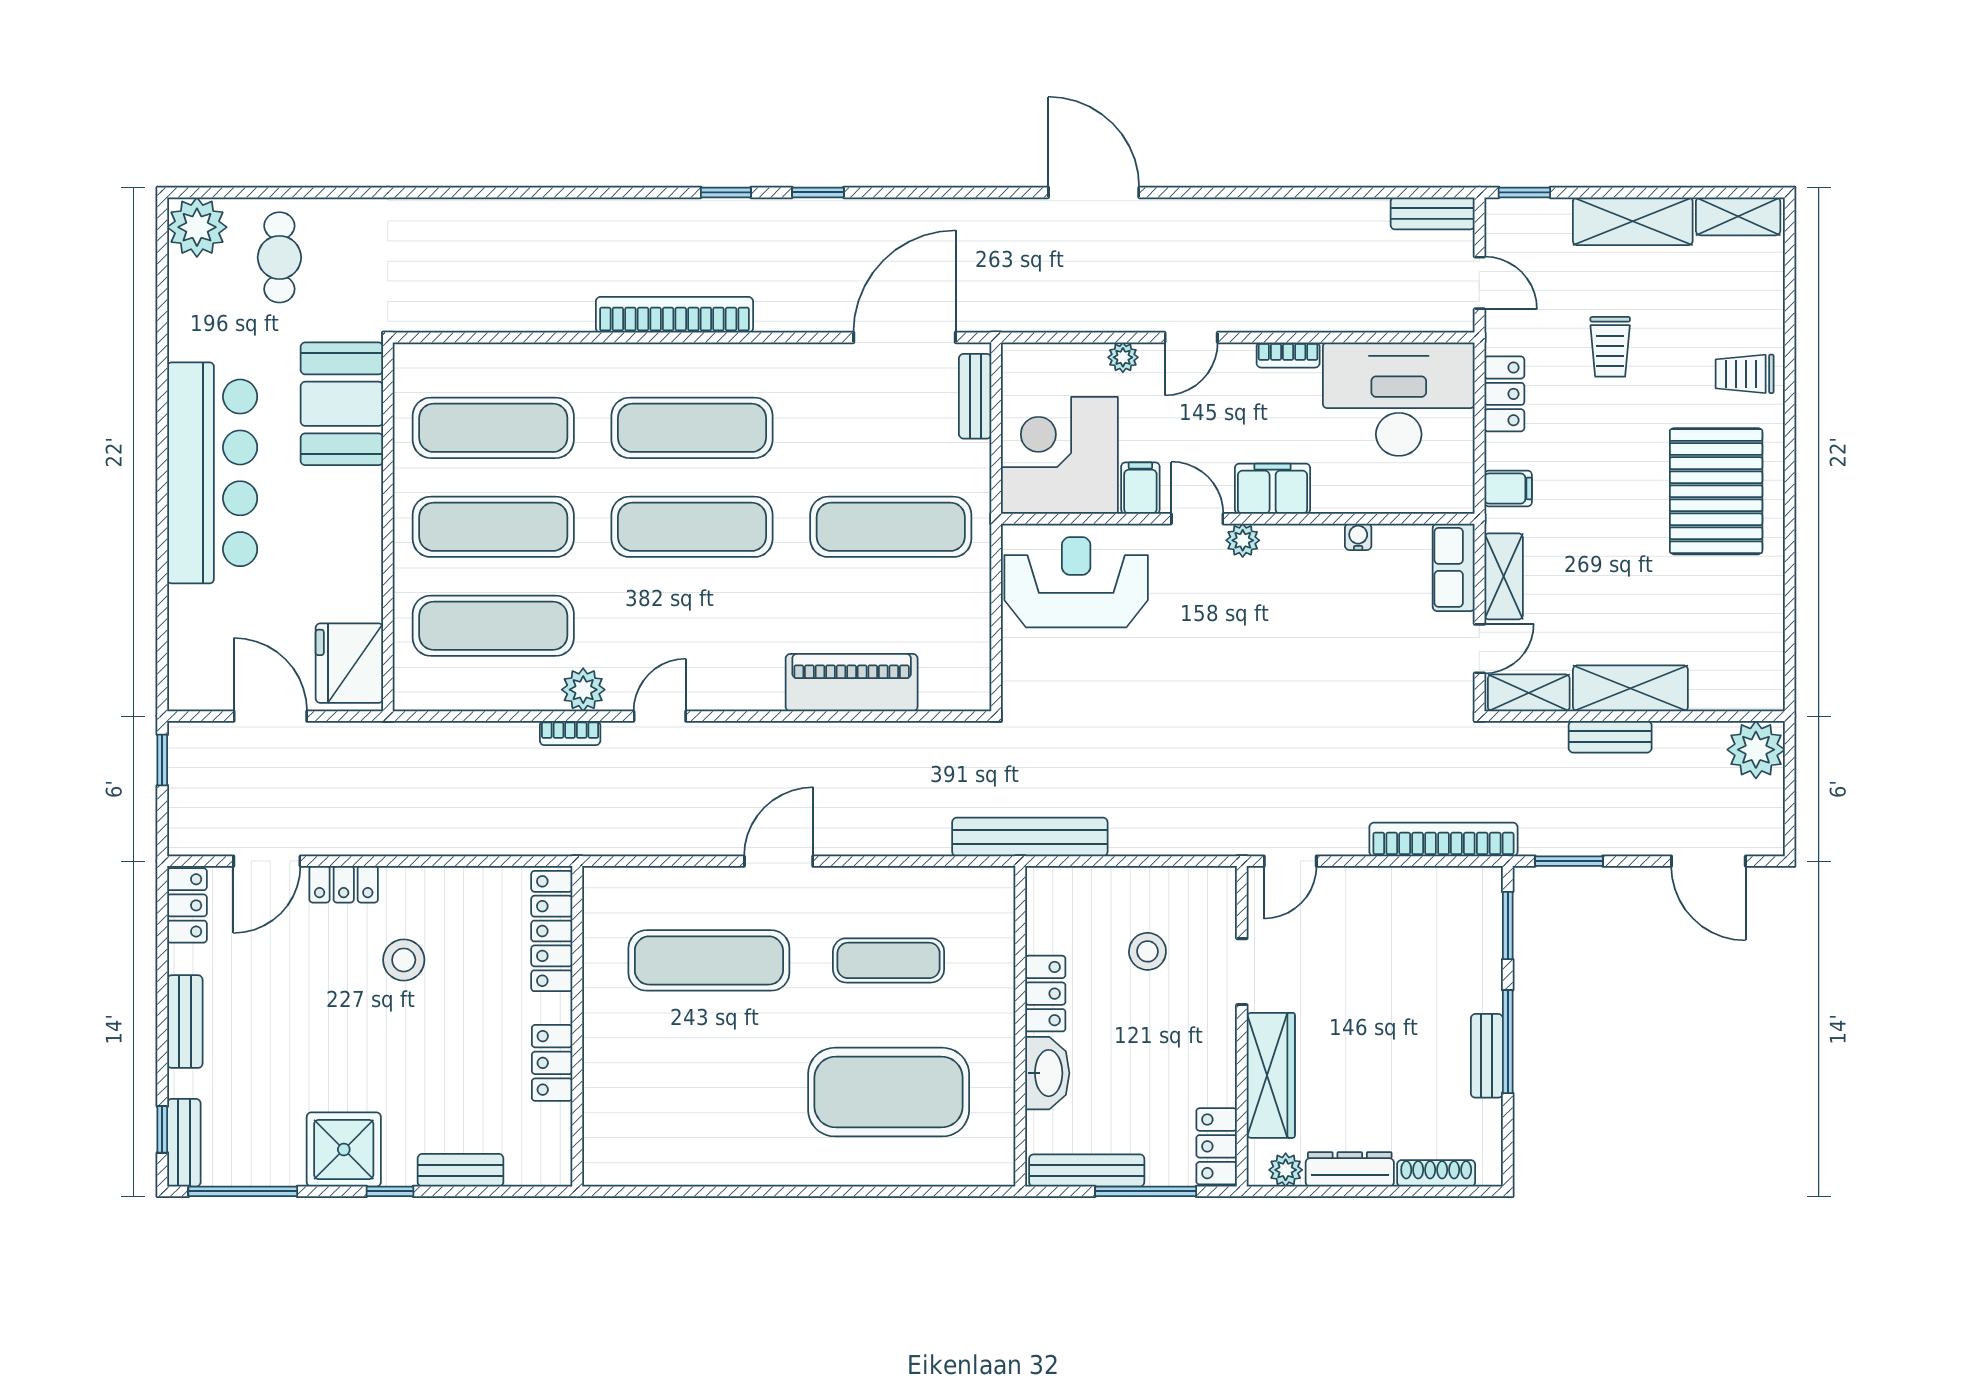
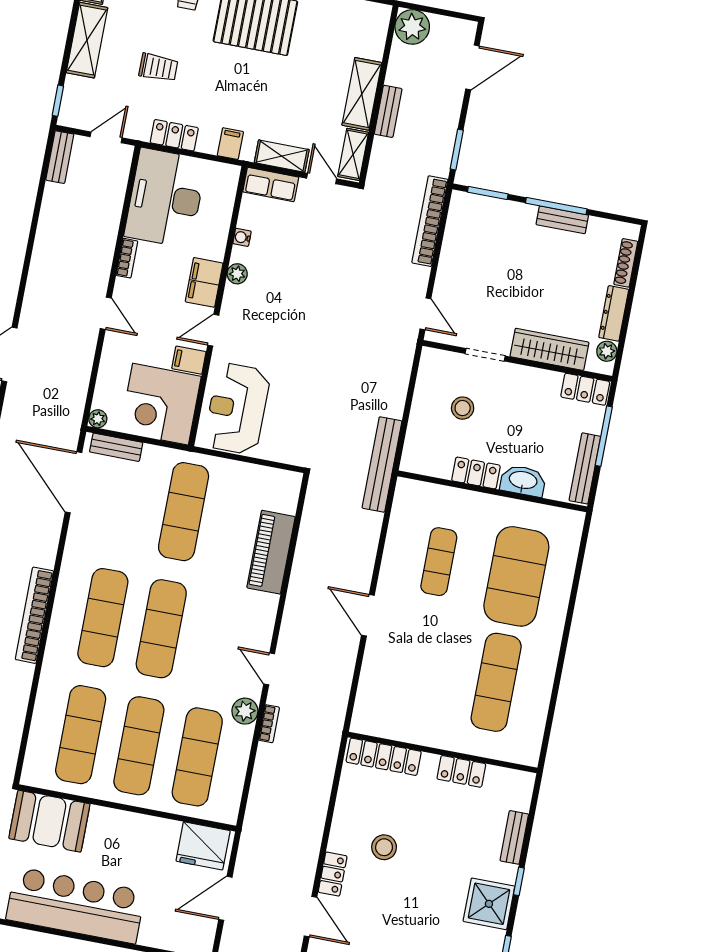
plant: (1123, 357) -> (98, 419), moved
plant: (1243, 540) -> (237, 274), moved
exercise mat: (709, 960) -> (496, 682), moved

